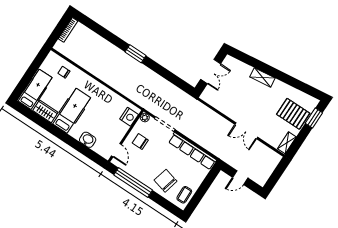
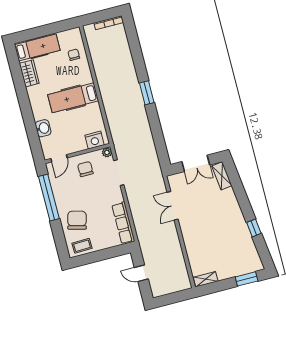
shelving: (262, 77) -> (222, 176), moved
window: (288, 80) -> (254, 228), added
hospital bed: (72, 111) -> (73, 98), moved, turned 180
pallet: (293, 114) -> (233, 260), removed
double door: (246, 131) -> (172, 206), moved
row of seats: (192, 151) -> (123, 223), width x0.73

